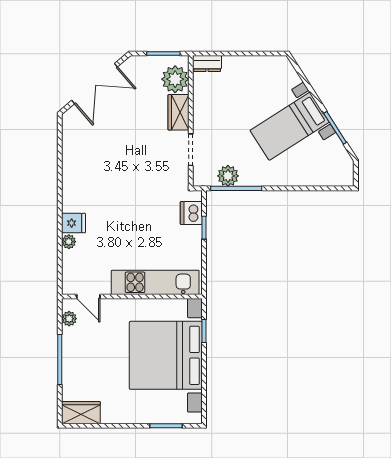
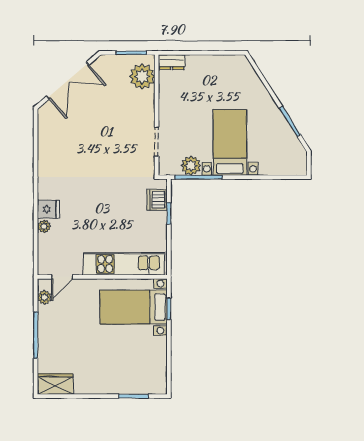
wardrobe: (178, 112) -> (145, 107), removed
bed with nightstands: (290, 126) -> (230, 143), moved, turned 122
door: (88, 297) -> (62, 277), hinge flipped
bed with nightstands: (166, 355) -> (134, 307), width x0.54

